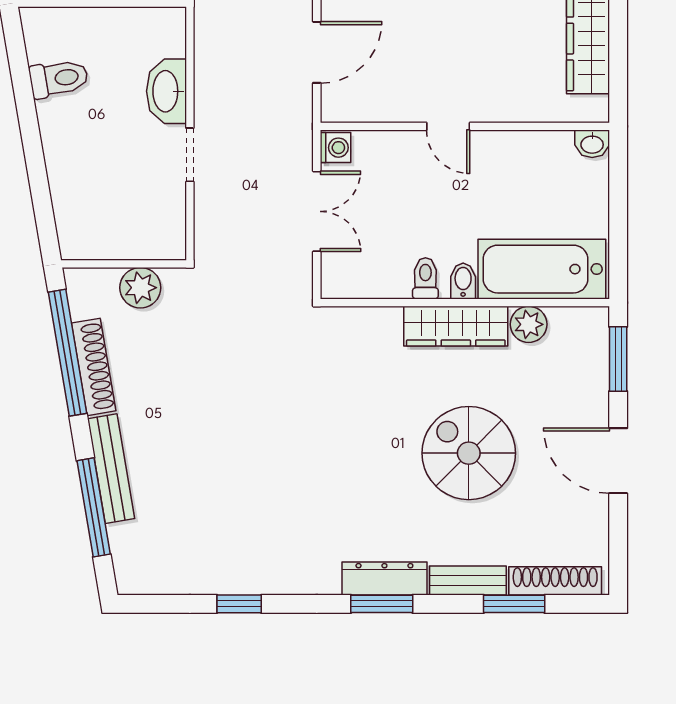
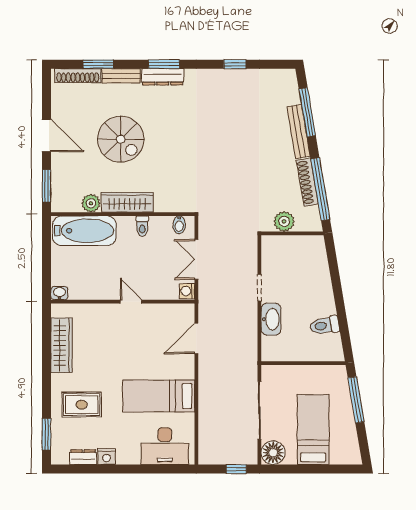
bidet: (463, 281) -> (179, 225), moved

